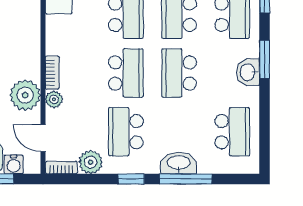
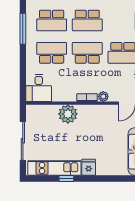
plant: (25, 95) -> (68, 114), moved

